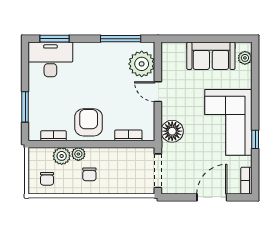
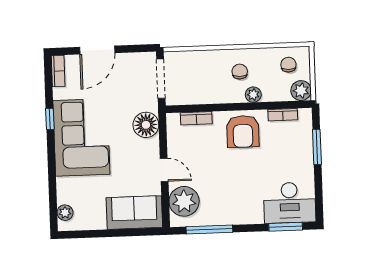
sofa: (211, 56) -> (134, 213), moved
plant: (62, 156) -> (301, 91), moved

